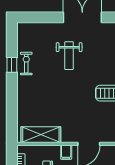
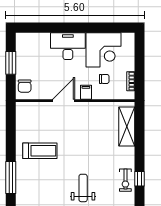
shelving: (41, 135) -> (127, 127), moved, turned 90

